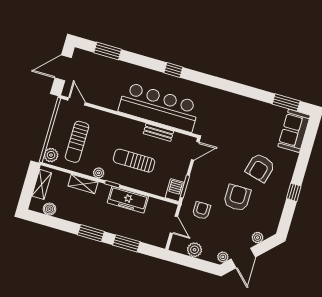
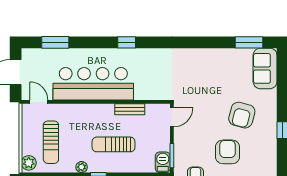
bar counter: (159, 107) -> (93, 84), moved

